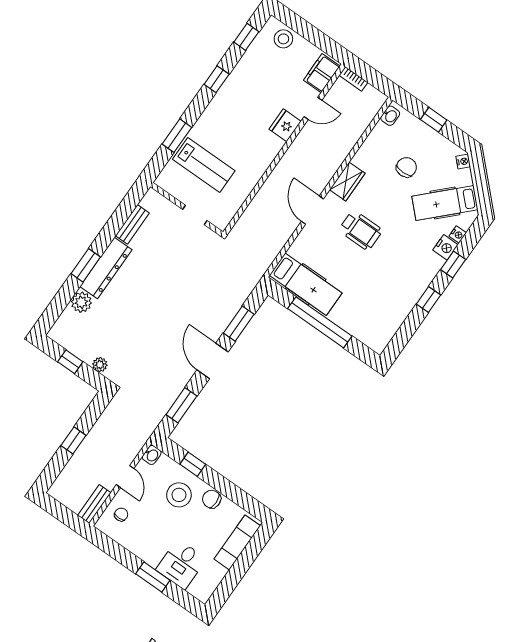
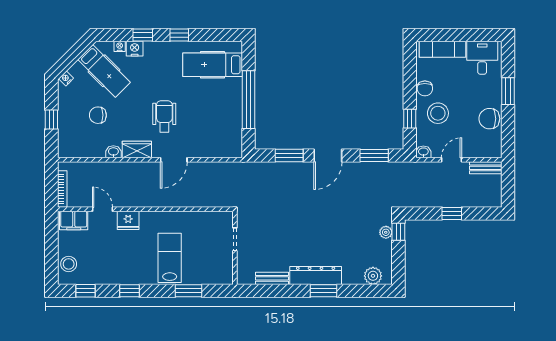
bookcase: (353, 79) -> (62, 189), width x1.56
washbasin: (390, 116) -> (113, 152), moved
lab bench: (204, 165) -> (170, 258), moved
hospital bed: (306, 284) -> (213, 65), moved, turned -90
plant: (81, 302) -> (373, 276), moved
window: (70, 362) -> (398, 232), moved
chair: (121, 514) -> (489, 119), moved, width x1.87, depth x1.87
desk: (181, 564) -> (482, 58), moved, turned -90

